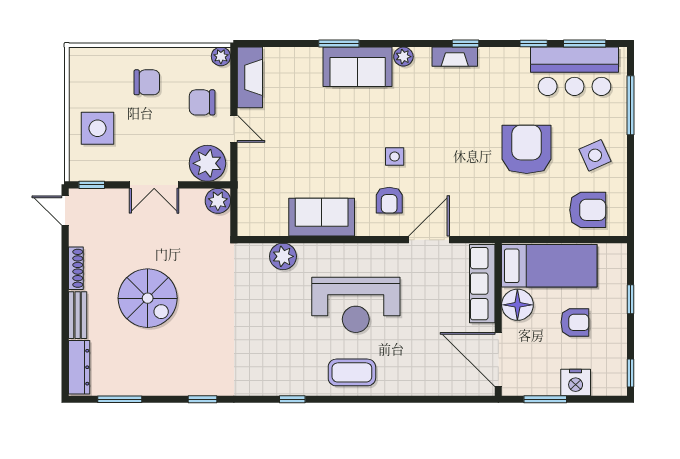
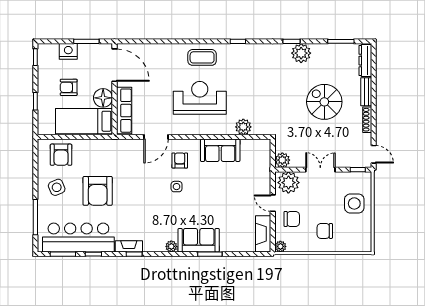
fireplace: (455, 57) -> (129, 246), moved
bar counter: (575, 71) -> (78, 238), width x1.36
armchair: (588, 210) -> (61, 155), turned -90
plant: (186, 380) -> (301, 53), added

